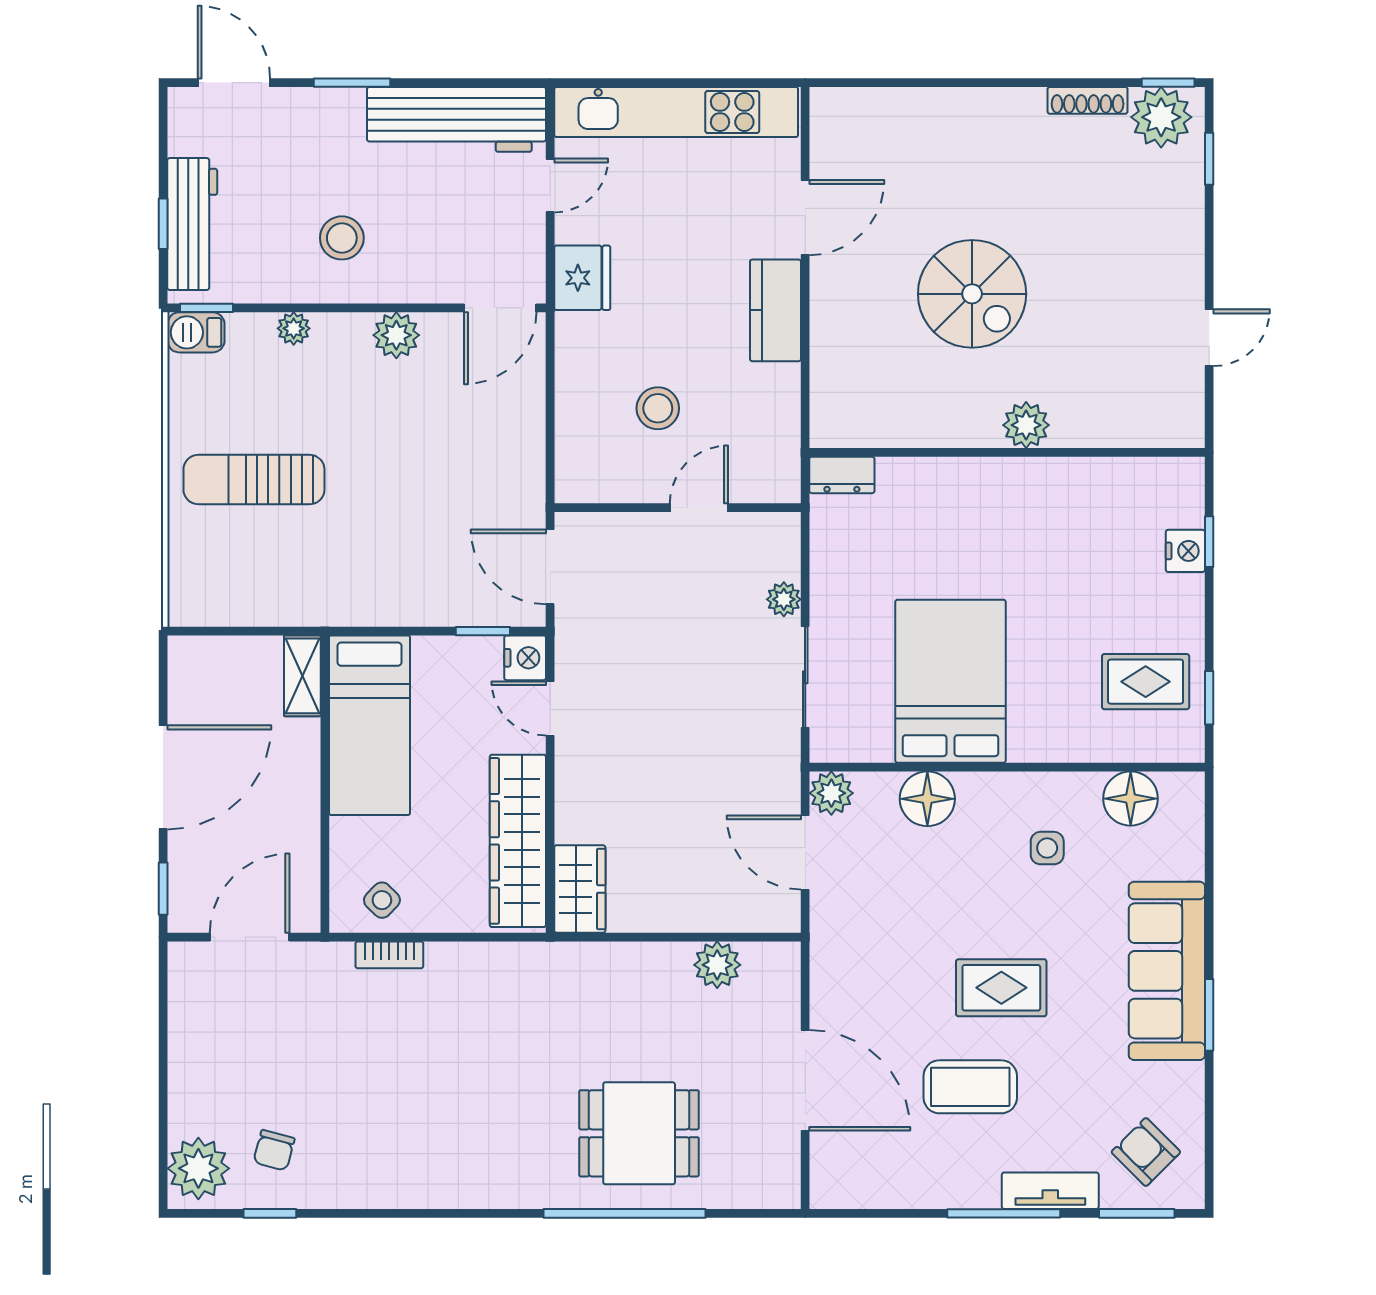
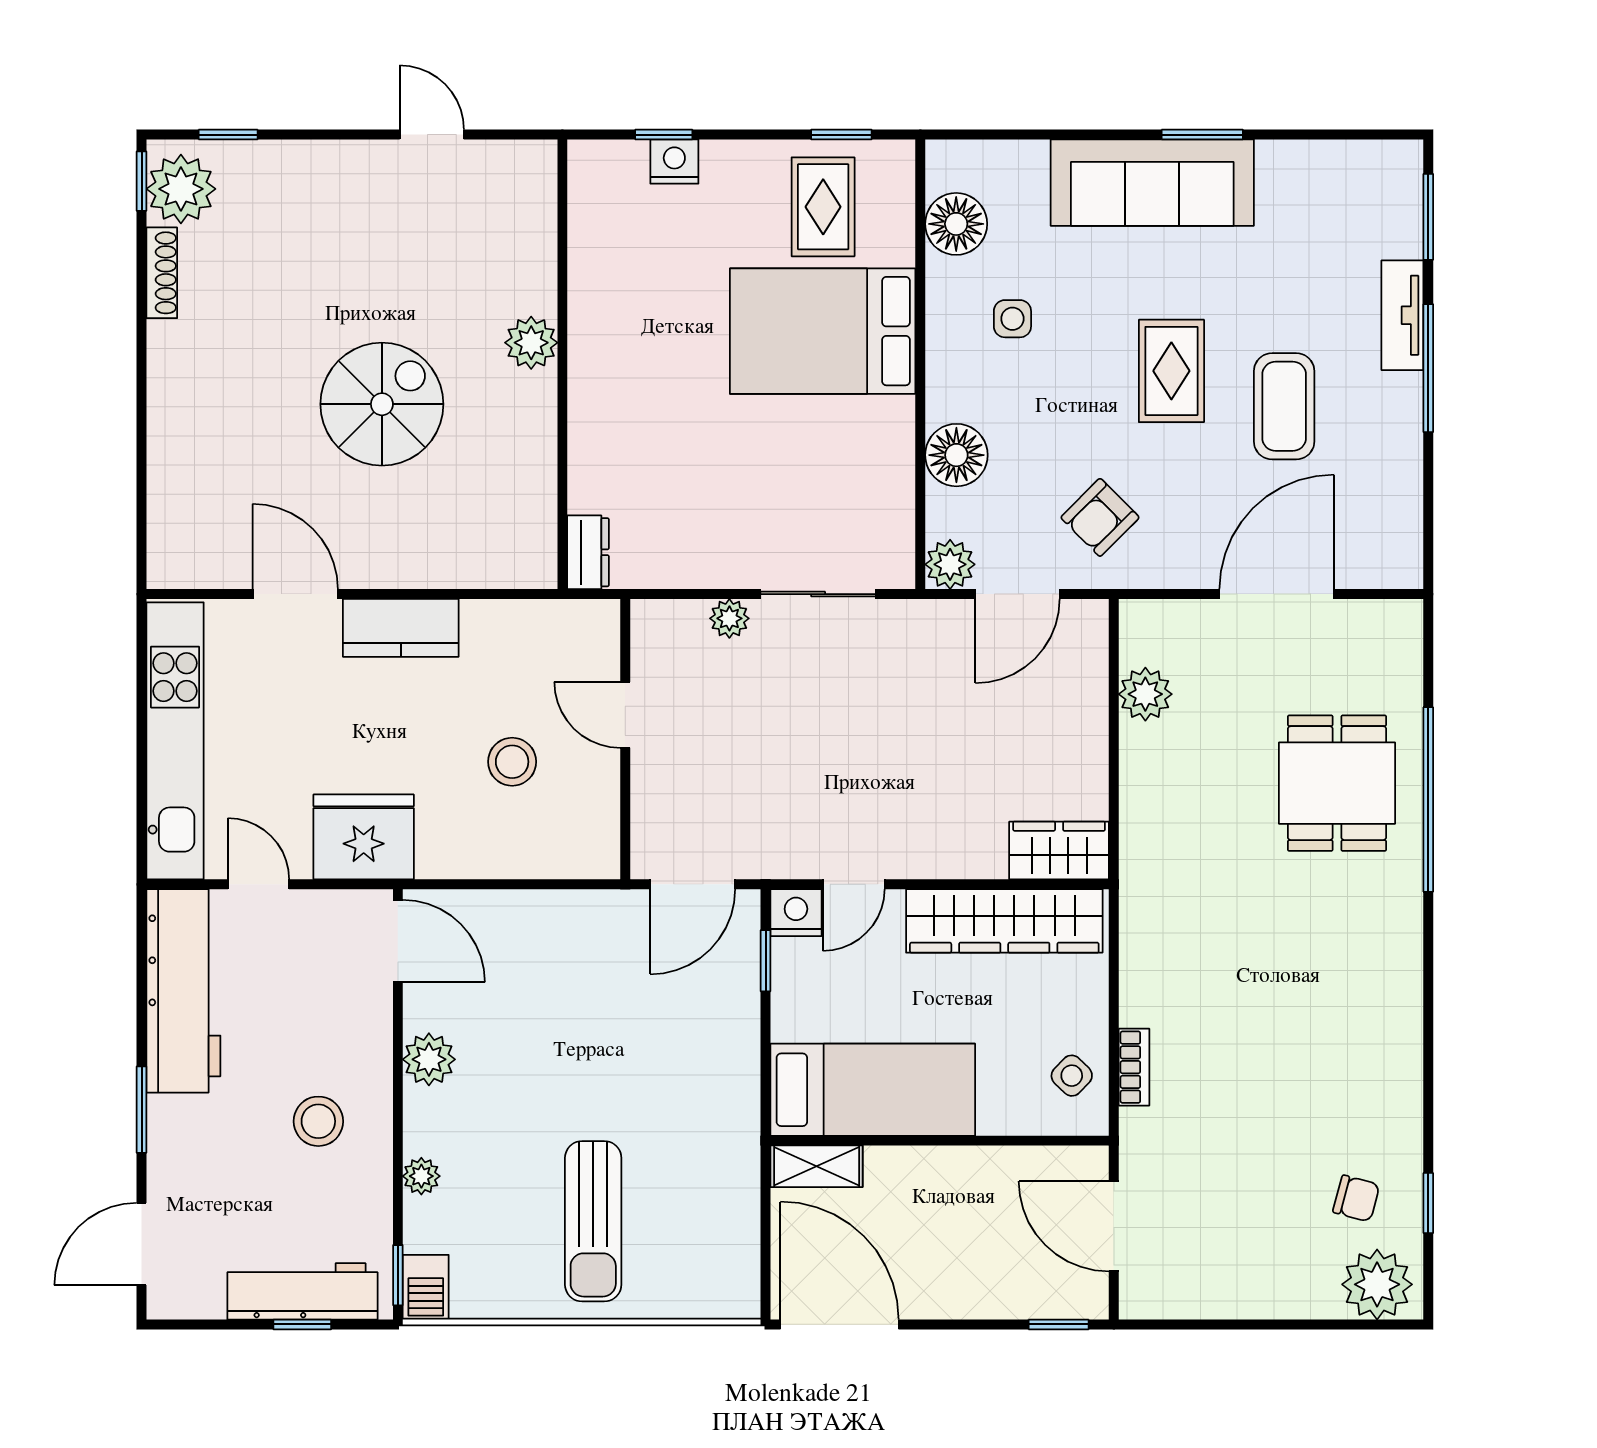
fridge: (582, 278) -> (364, 837), width x1.36, depth x1.34
bed: (951, 681) -> (823, 331), moved
door: (163, 777) -> (840, 1324), moved
armchair: (1146, 1152) -> (1100, 517), moved

